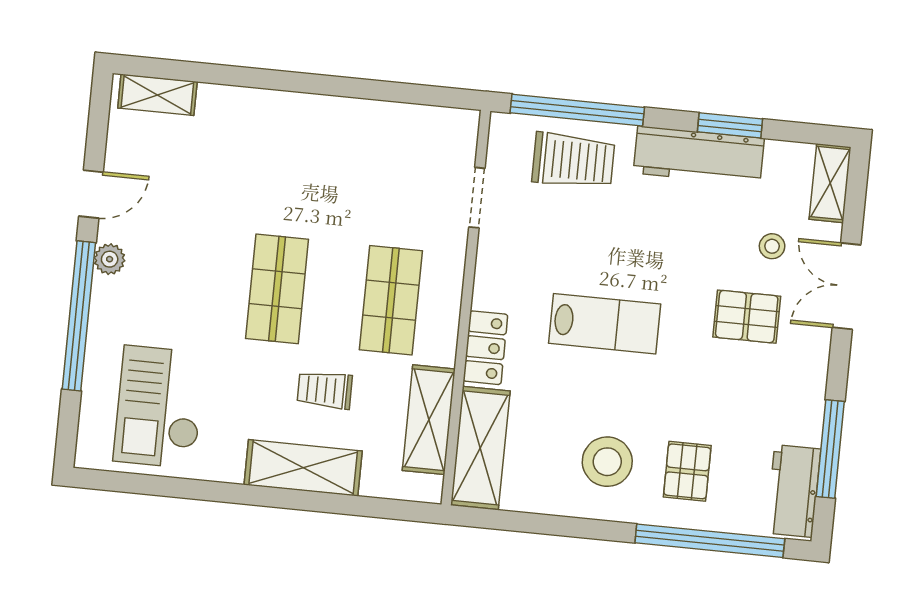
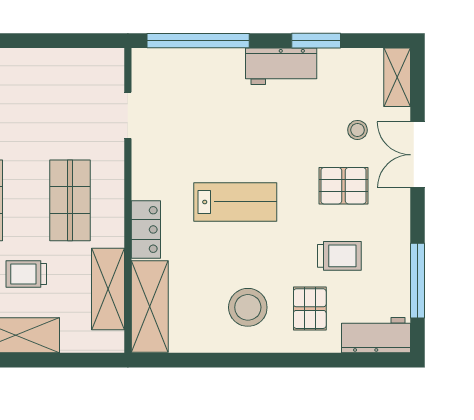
workbench: (699, 156) -> (281, 66), width x0.73
trolley: (573, 161) -> (339, 256), moved, width x0.73, depth x0.72
workbench: (793, 491) -> (376, 335), moved, turned 90
window: (710, 541) -> (332, 360), removed

